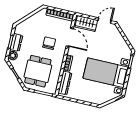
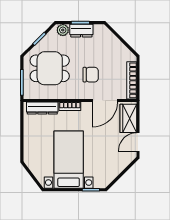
door: (105, 21) -> (138, 142), swing flipped

